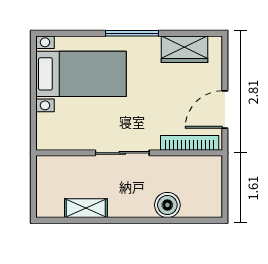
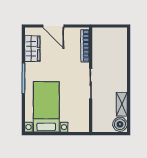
door: (225, 110) -> (53, 26), moved
boiler: (167, 205) -> (120, 124), moved

